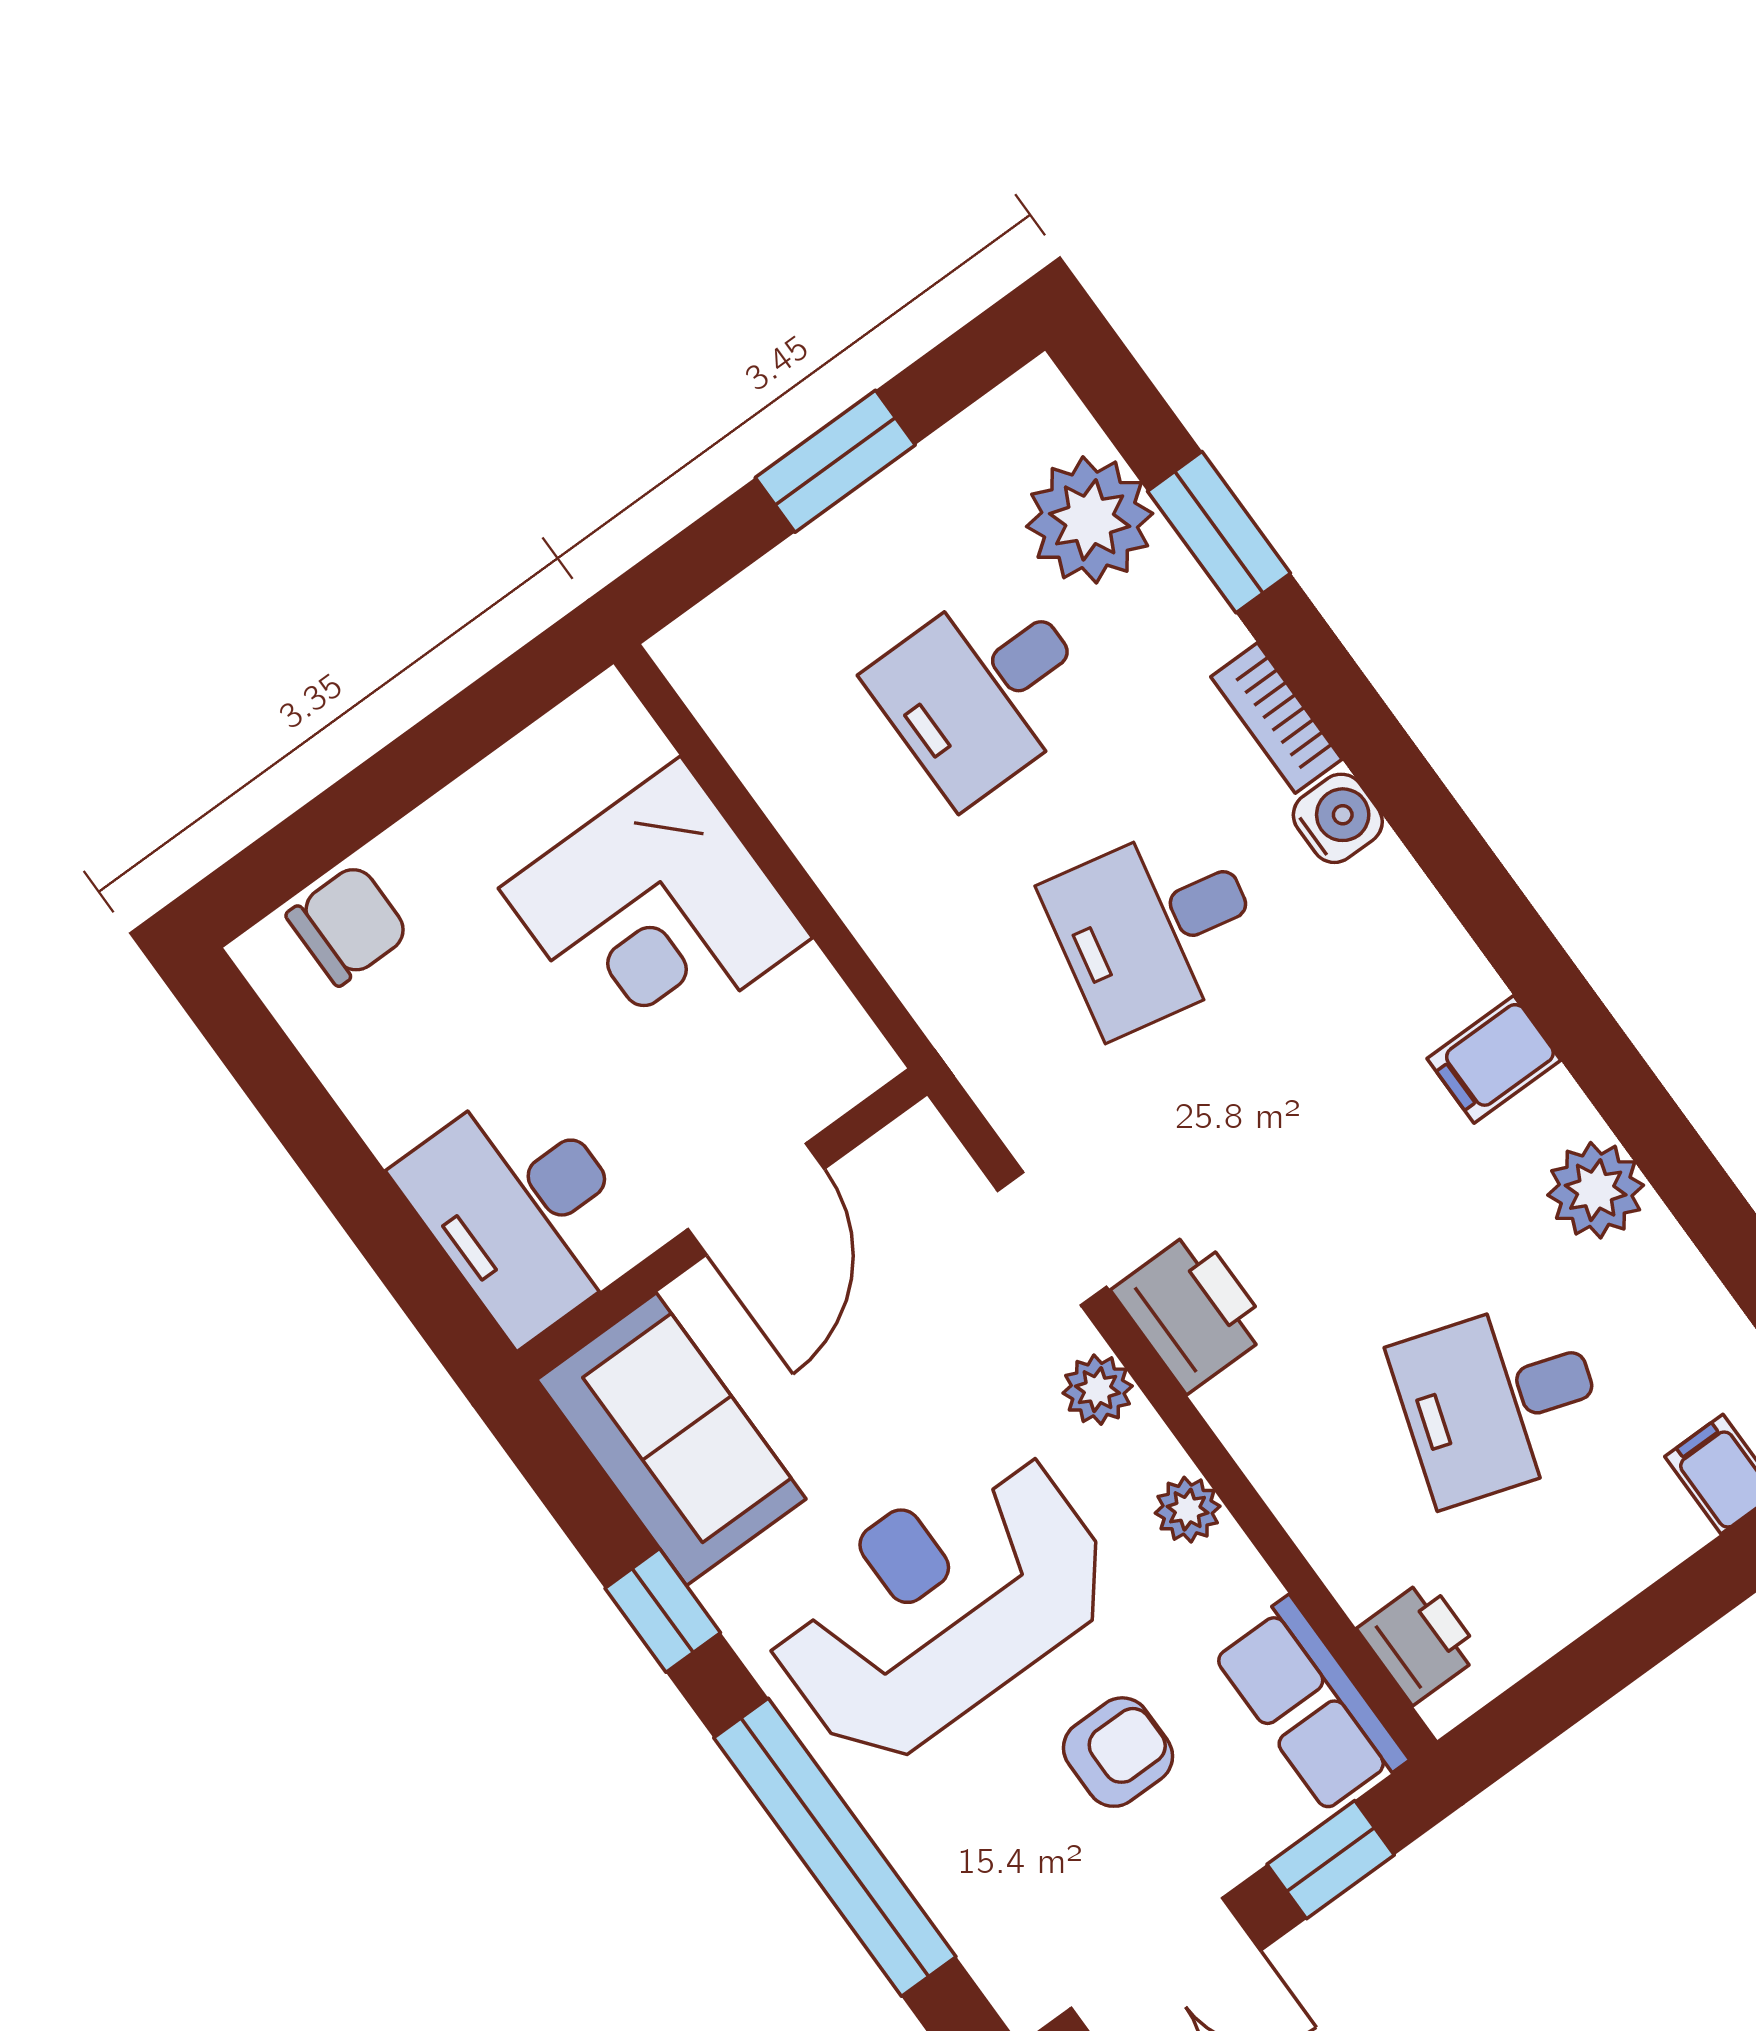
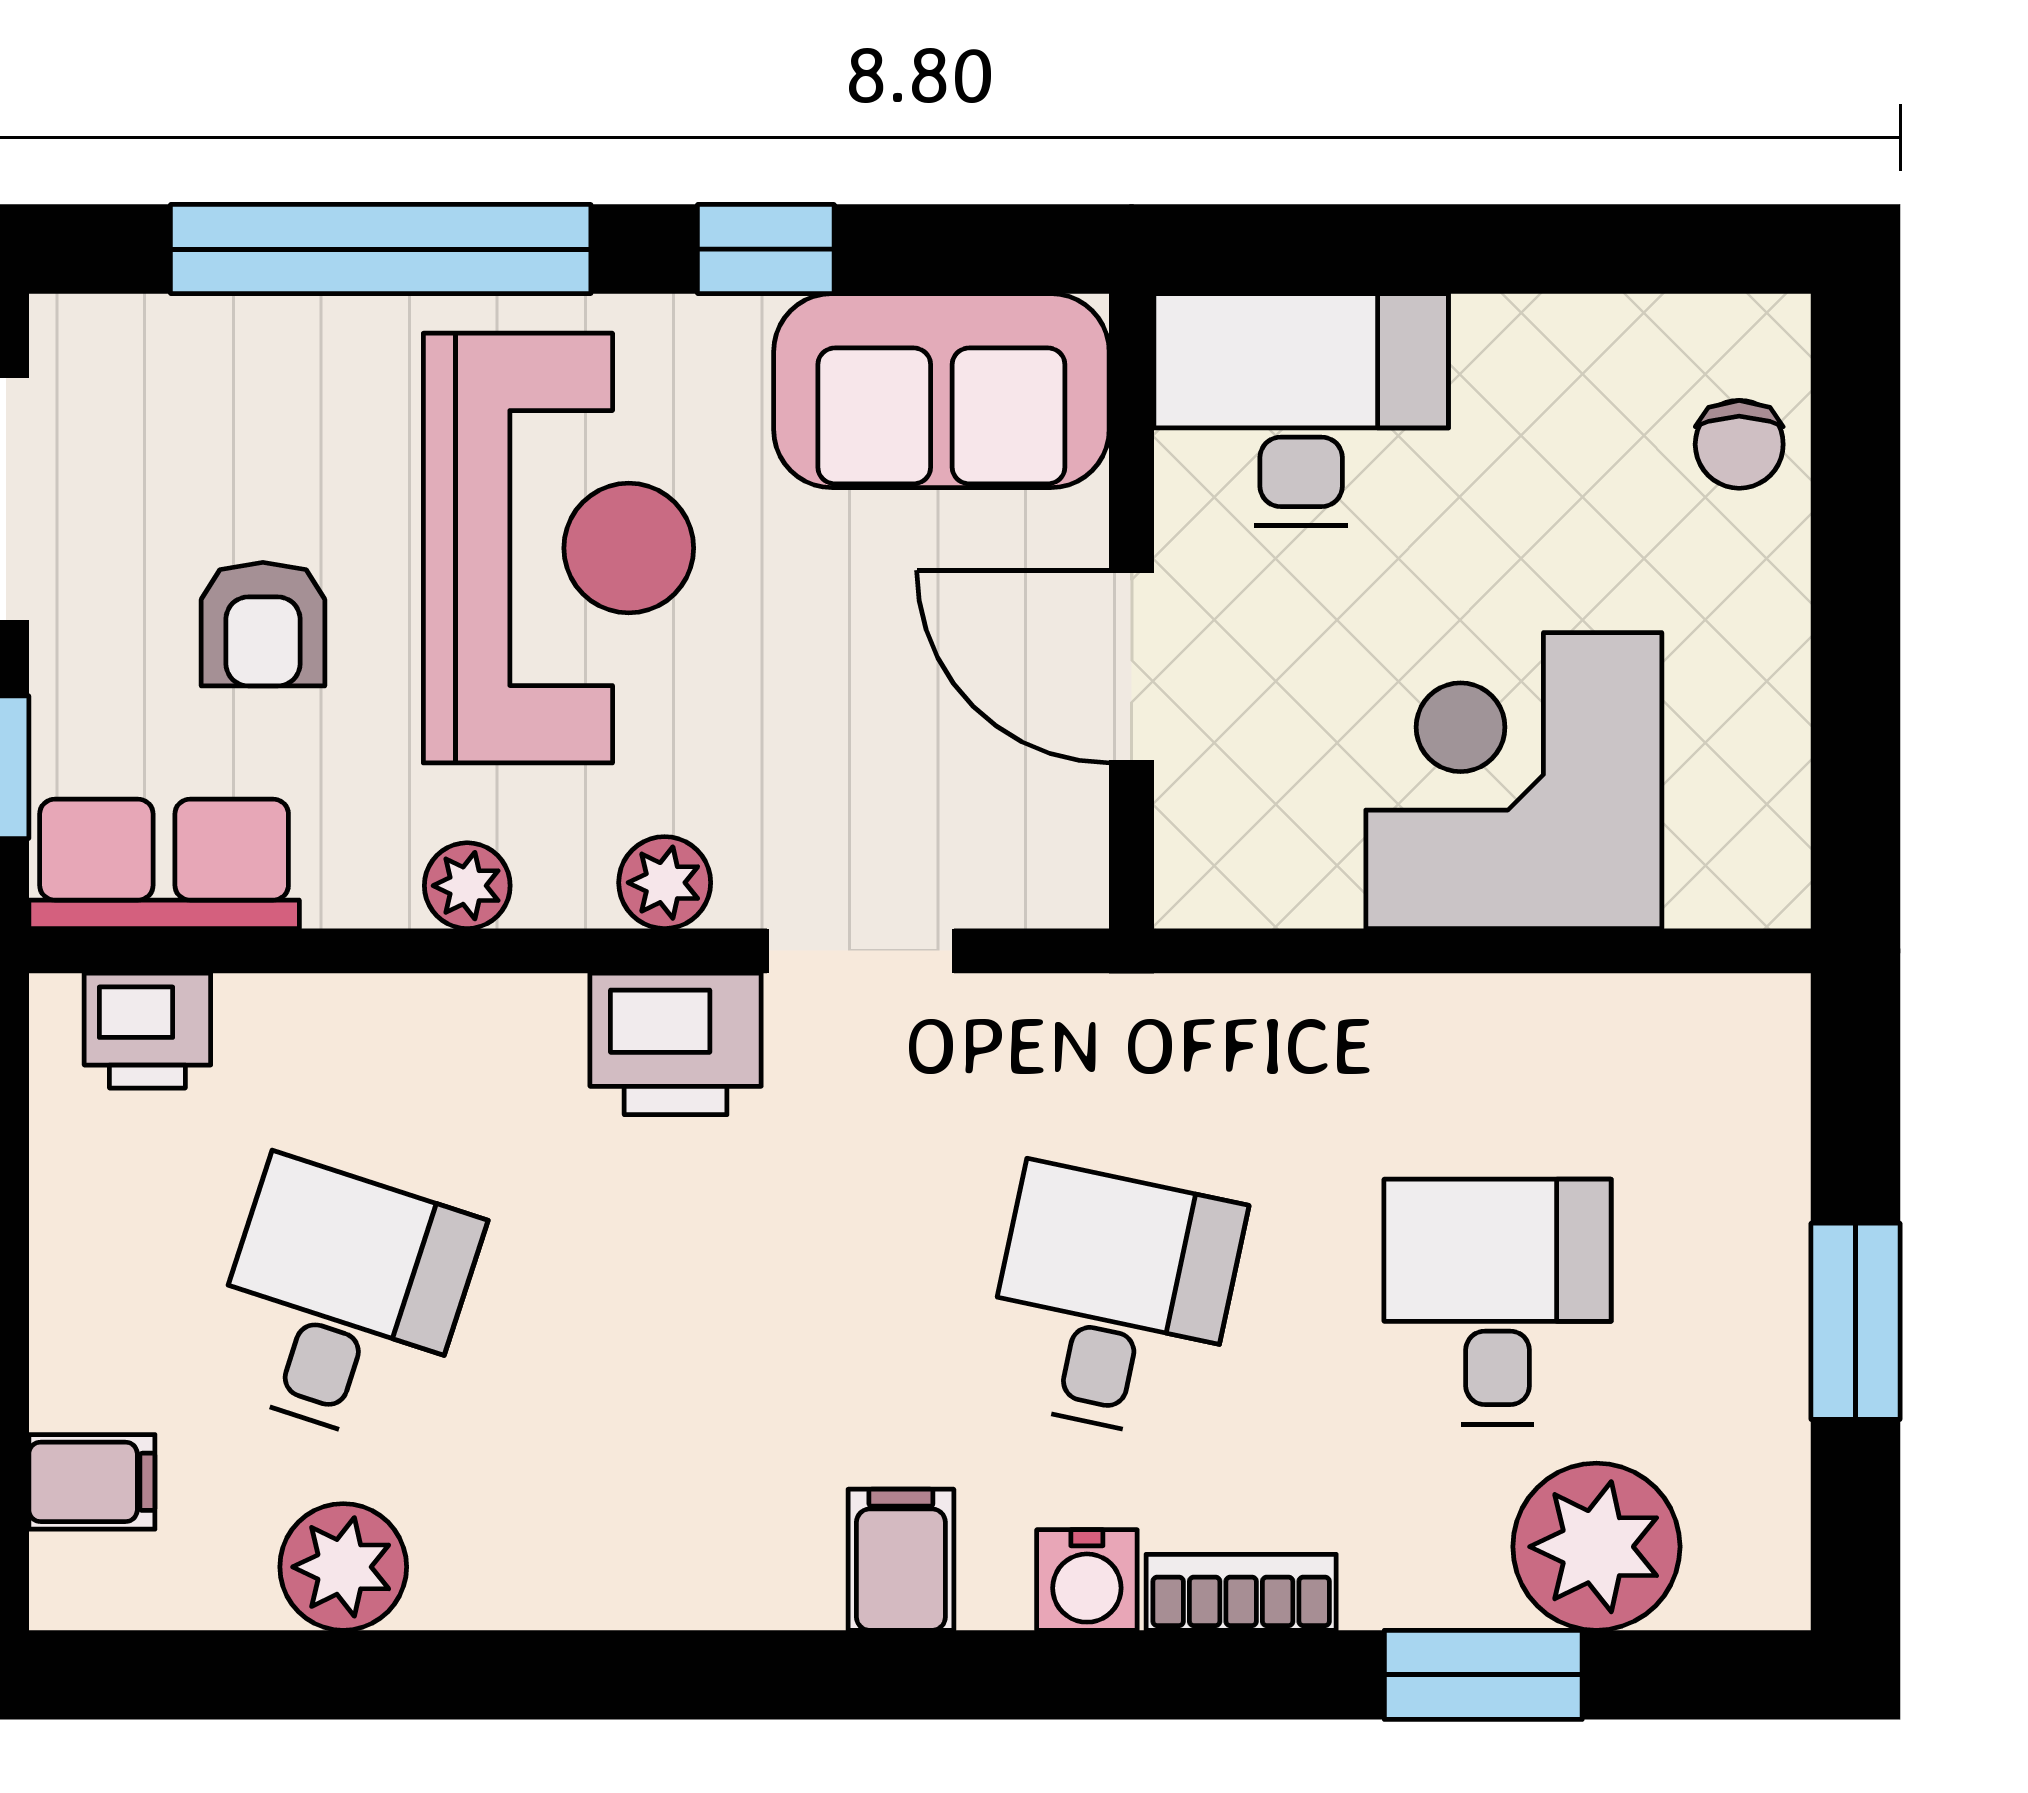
chair: (348, 925) -> (1739, 444), width x0.73, depth x0.73
filing cabinet: (1494, 1059) -> (901, 1560), moved
plant: (1596, 1190) -> (343, 1567), moved

